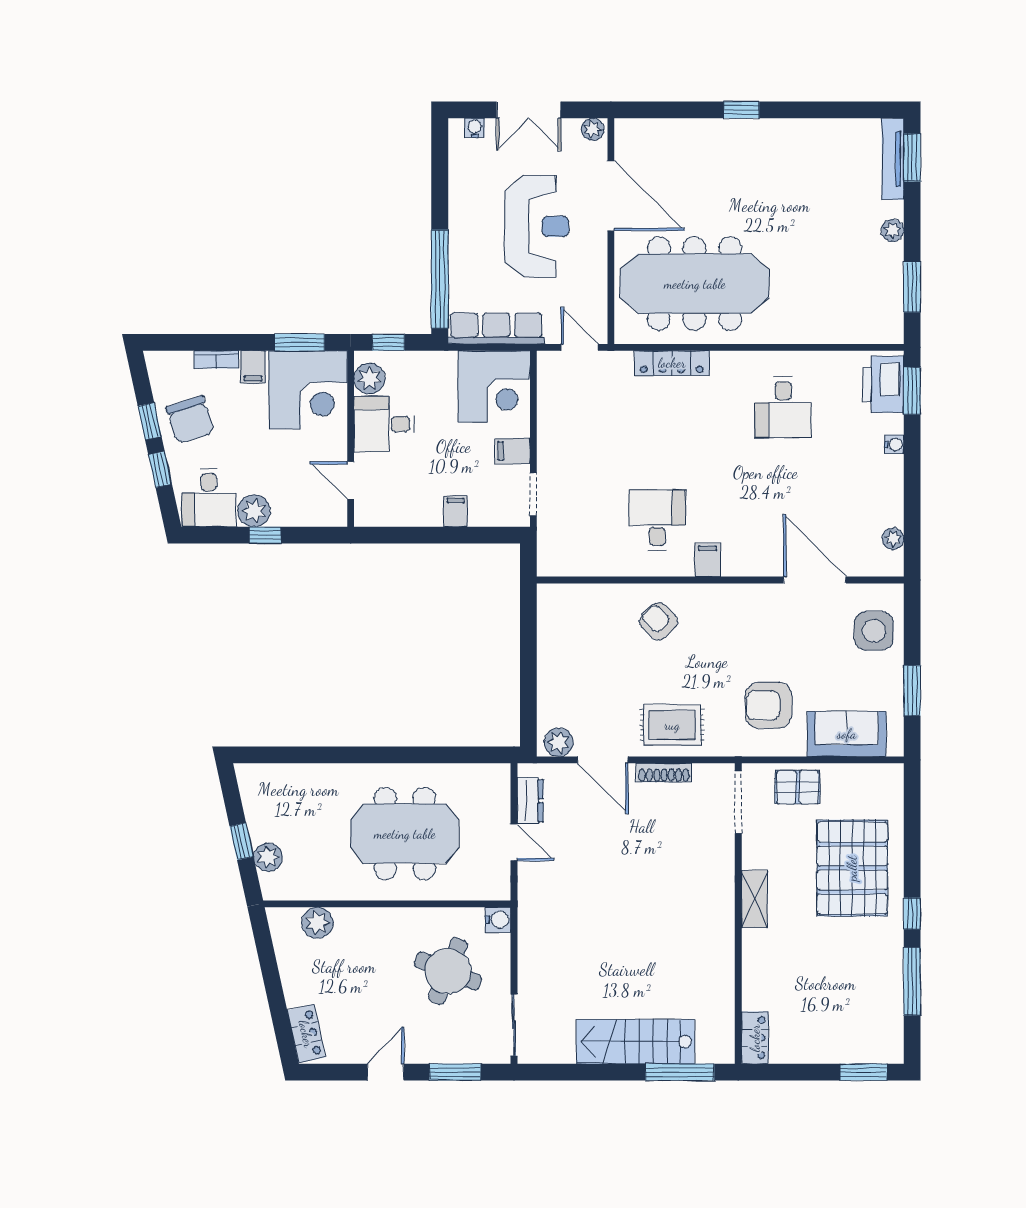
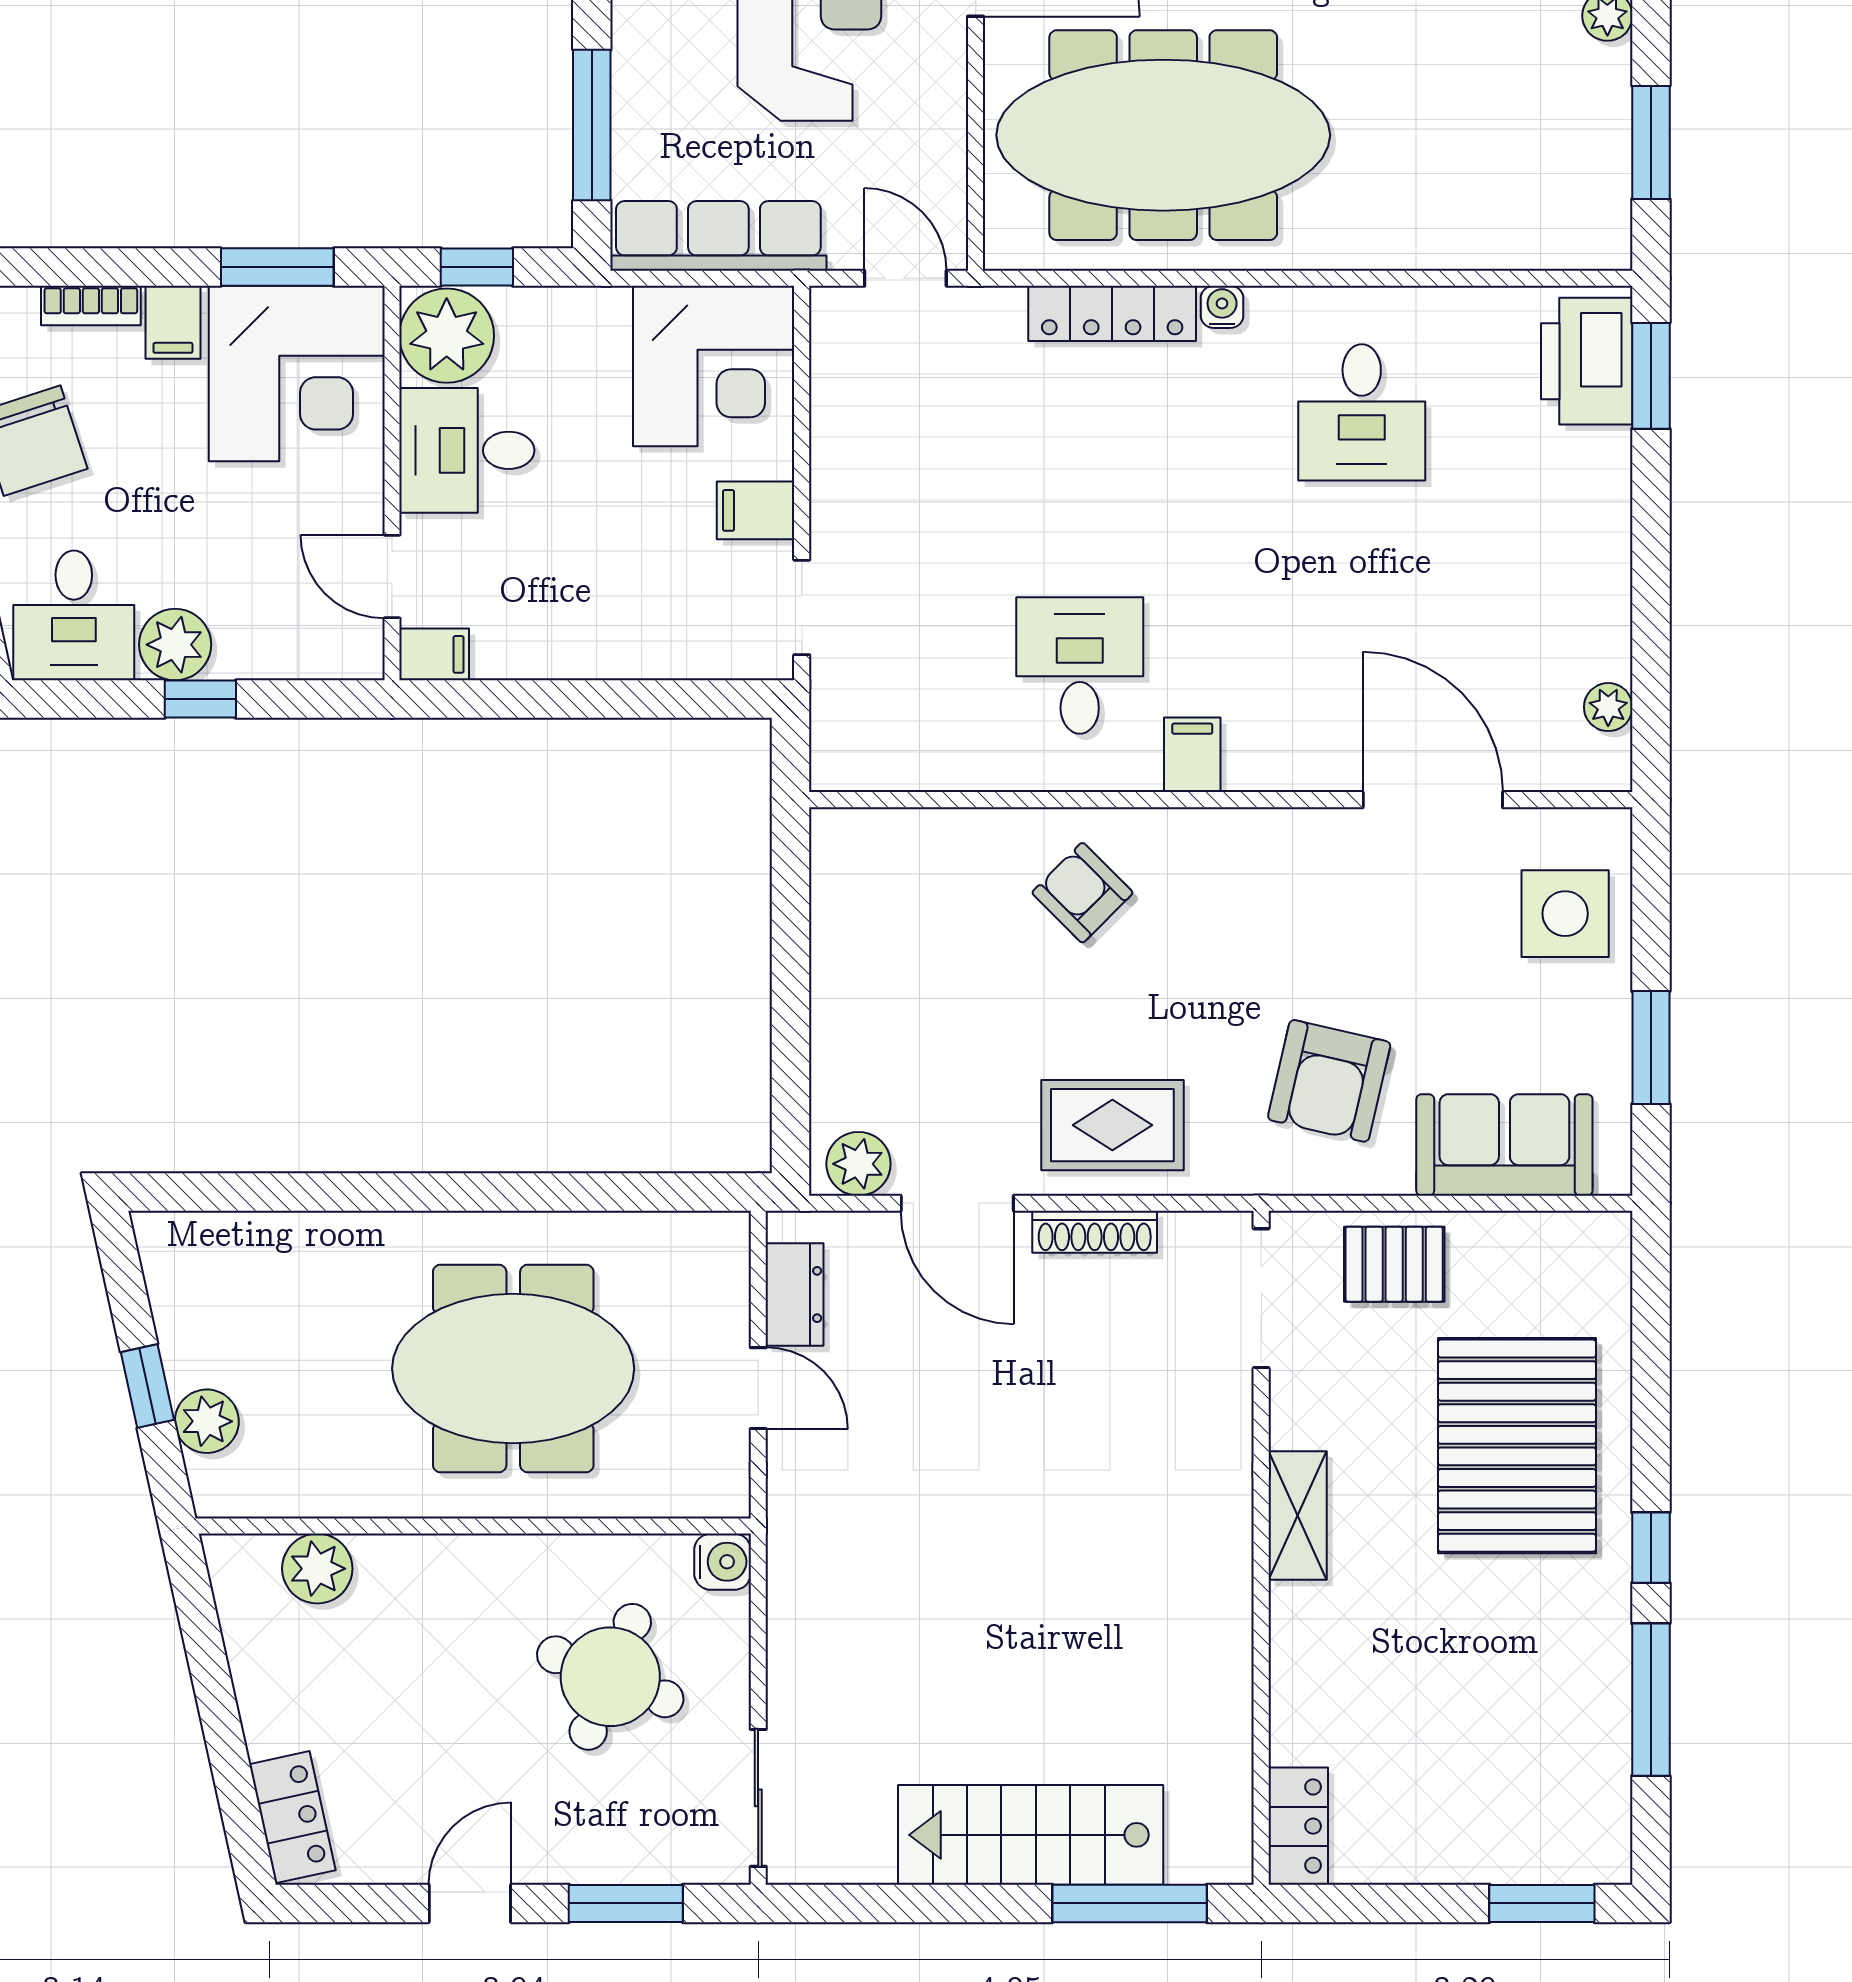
window: (440, 279) -> (592, 125), width x0.68
plant: (369, 379) -> (447, 336), width x1.36, depth x1.36
water cooler: (894, 444) -> (1222, 307), moved, turned -90
filing cabinet: (455, 511) -> (434, 654), moved, turned 90
armchair: (769, 705) -> (1329, 1081), turned -77

